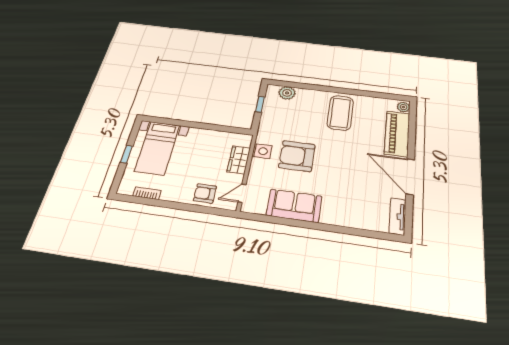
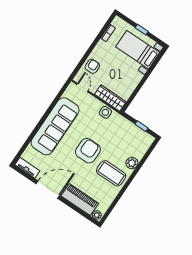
plant: (287, 93) -> (132, 163), moved
armchair: (297, 156) -> (88, 151), moved
wardrobe: (239, 160) -> (110, 98), width x1.50
sofa: (294, 206) -> (55, 126), width x1.85, depth x1.27

